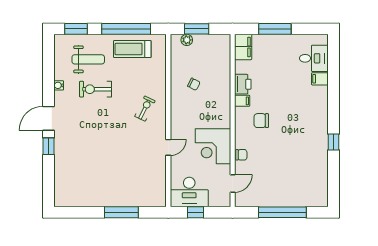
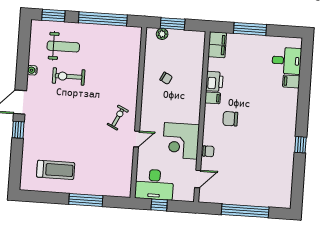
treadmill: (132, 49) -> (56, 170), moved, turned 180
exercise bike: (145, 109) -> (118, 118), moved

